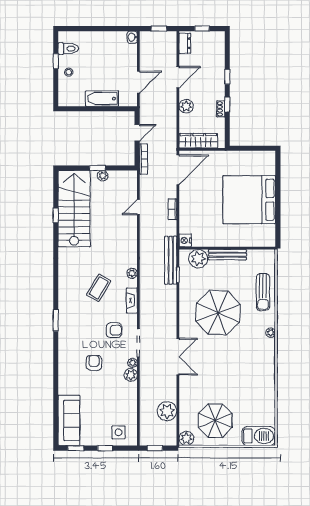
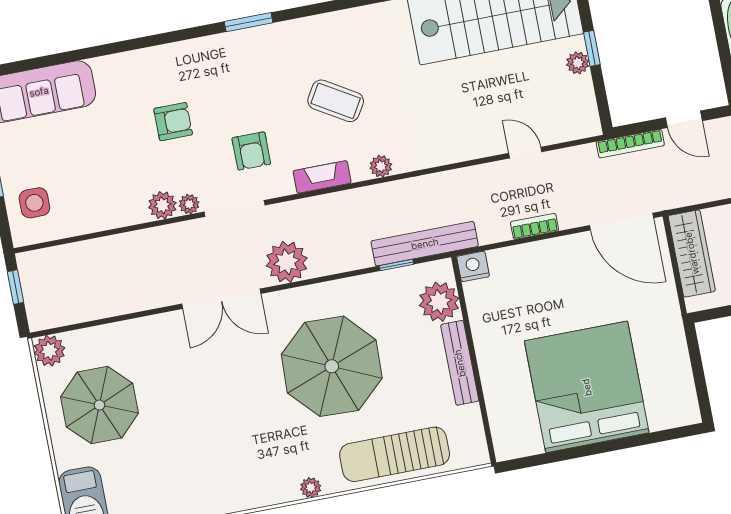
sun lounger: (263, 292) -> (395, 454), width x1.36, depth x1.34
plant: (167, 411) -> (287, 262), moved

